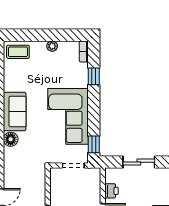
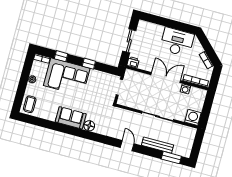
corner sofa: (68, 116) -> (67, 77), moved
window: (94, 144) -> (89, 64), moved
printer: (111, 191) -> (133, 62), moved

